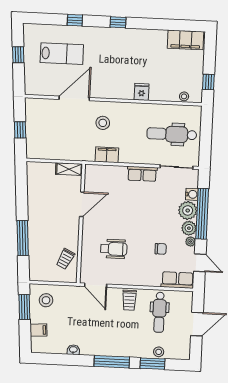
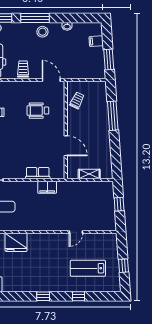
fridge: (142, 92) -> (16, 242), width x1.88, depth x1.34
door: (74, 98) -> (76, 232), width x0.53
stool: (103, 123) -> (52, 213), removed
shelving: (69, 169) -> (89, 174), moved
row of seats: (142, 174) -> (38, 173), moved
door: (82, 204) -> (66, 146), swing flipped
stool: (46, 300) -> (42, 32), moved

